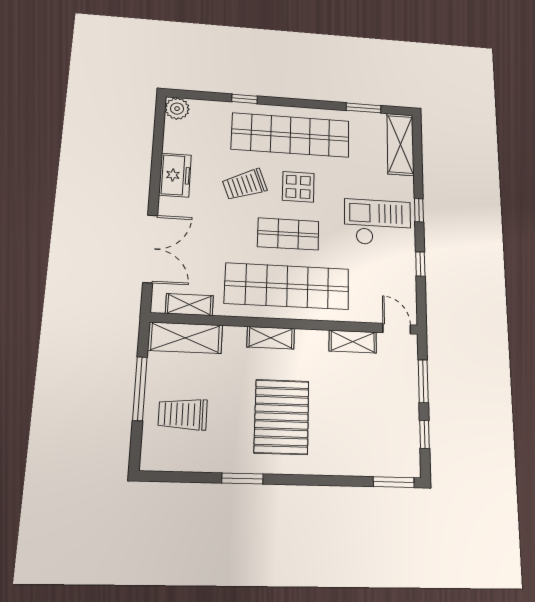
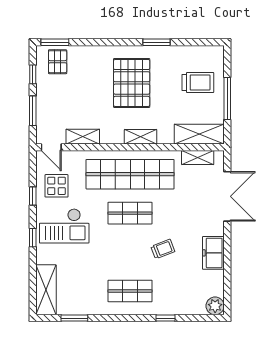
shop shelf: (290, 135) -> (130, 291), width x0.50, depth x0.74
trolley: (245, 185) -> (163, 249), width x0.73, depth x0.72
display table: (298, 187) -> (57, 186), moved
double door: (150, 249) -> (227, 196), swing flipped
pallet: (389, 452) -> (58, 62), added

